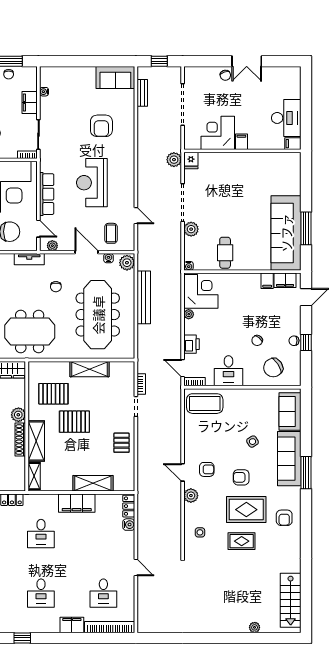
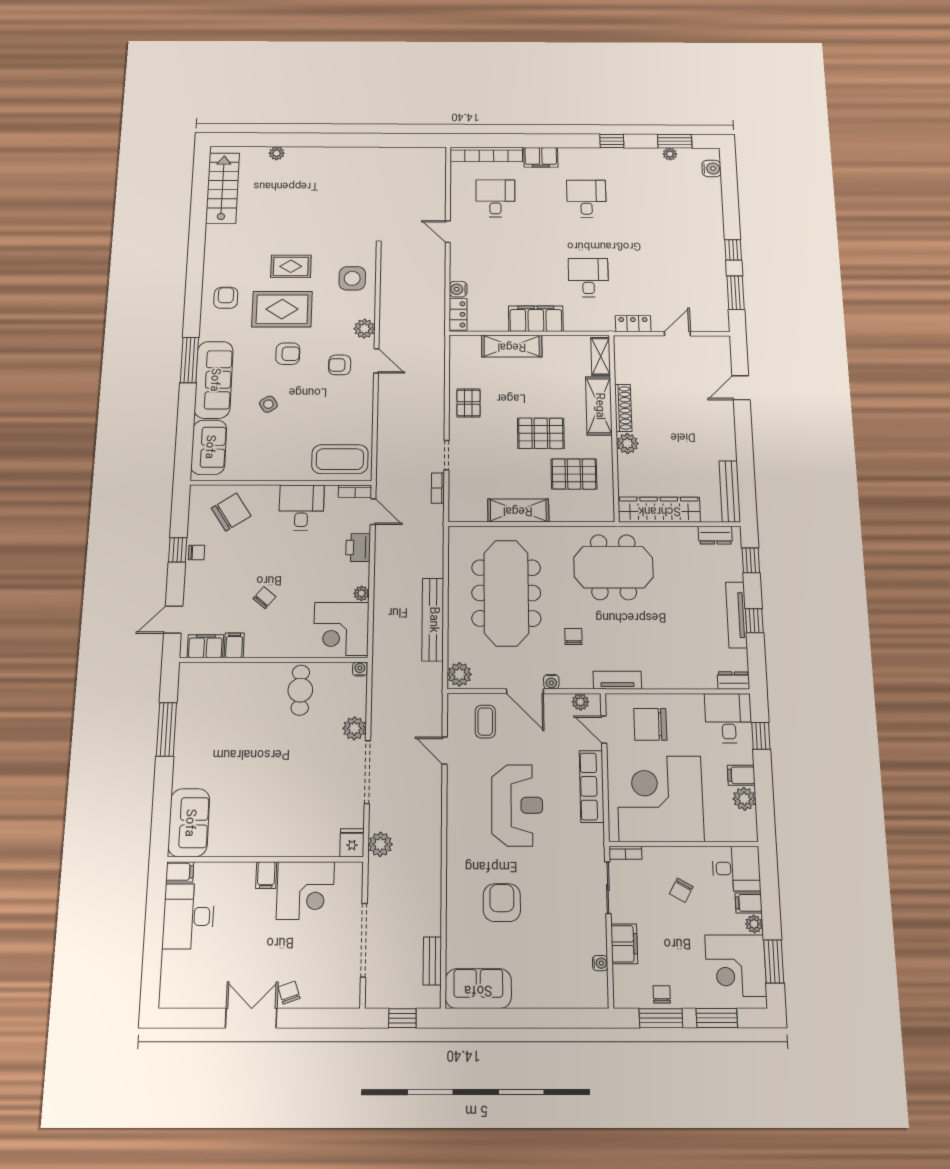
sofa: (286, 233) -> (189, 823), moved, width x0.54, depth x0.79
water cooler: (108, 258) -> (551, 682), moved
chair: (257, 340) -> (265, 598), moved
side table: (200, 532) -> (352, 278), width x1.87, depth x1.87

